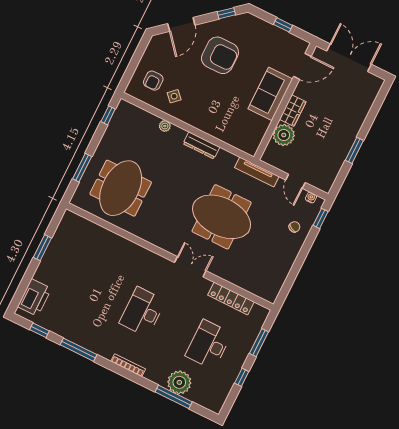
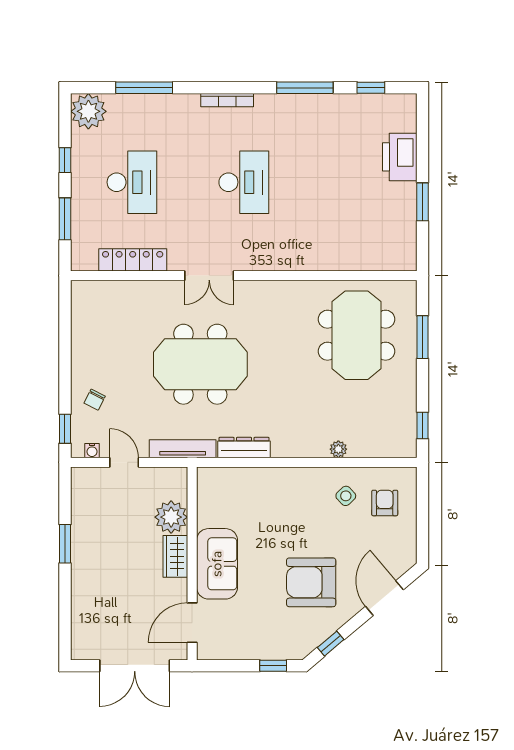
window: (283, 25) -> (273, 666), moved
dresser: (201, 145) -> (244, 447), moved
printer: (34, 298) -> (400, 157), moved
plant: (179, 382) -> (88, 111), moved

